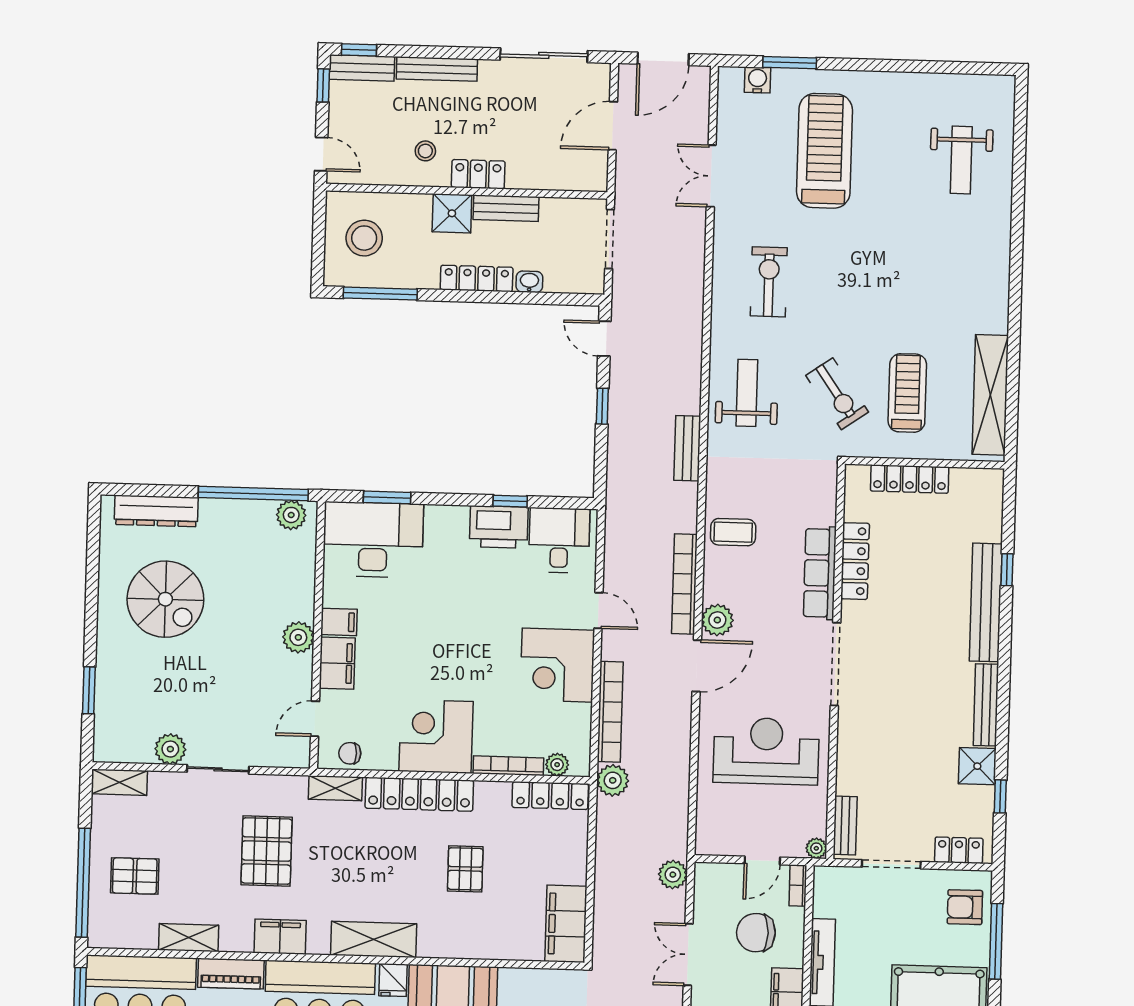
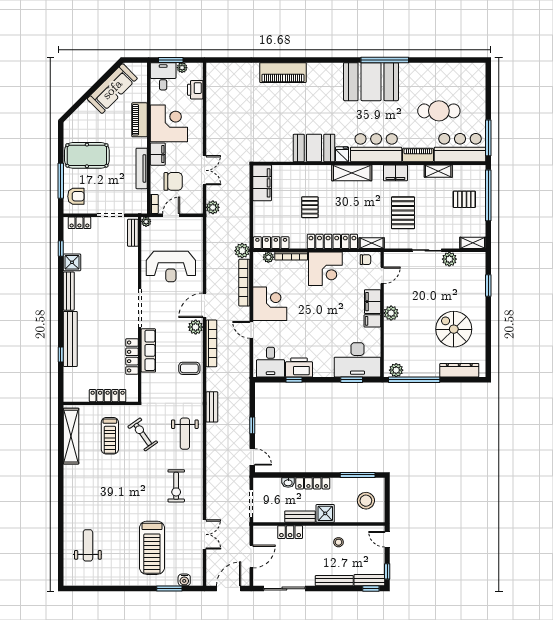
locker: (478, 174) -> (290, 532), moved

